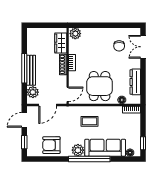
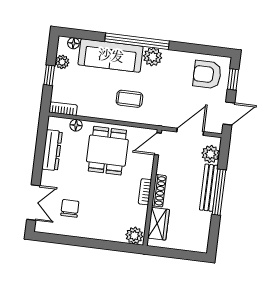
plant: (136, 140) -> (62, 62), added
window: (143, 143) -> (49, 75), moved
armchair: (51, 145) -> (207, 74), moved, turned 180

